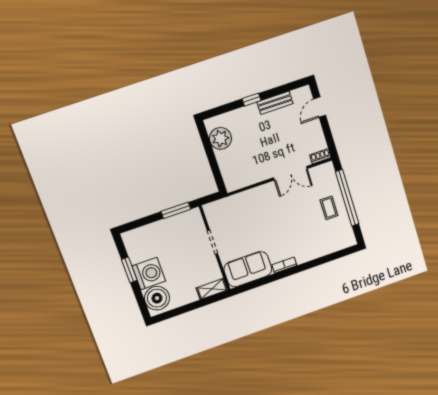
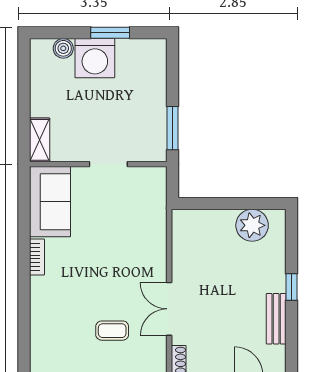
coffee table: (329, 208) -> (112, 331), moved
boiler: (157, 298) -> (63, 48), width x0.54, depth x0.54

